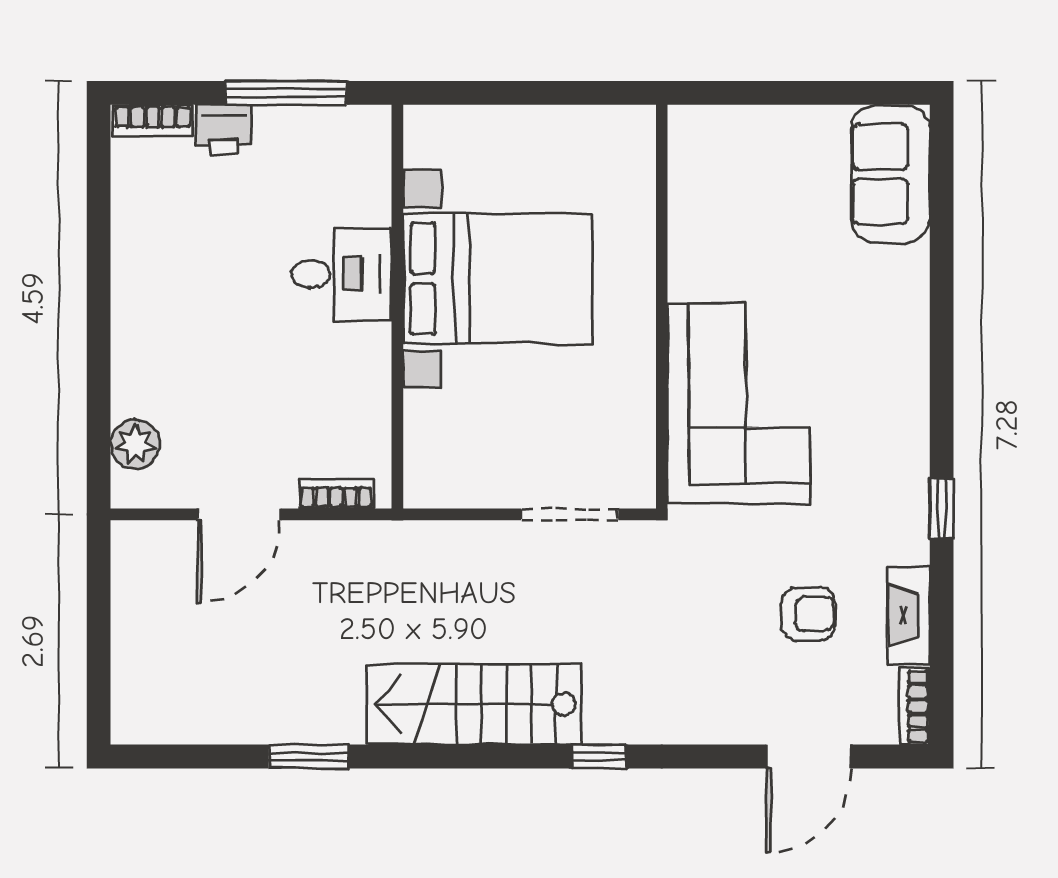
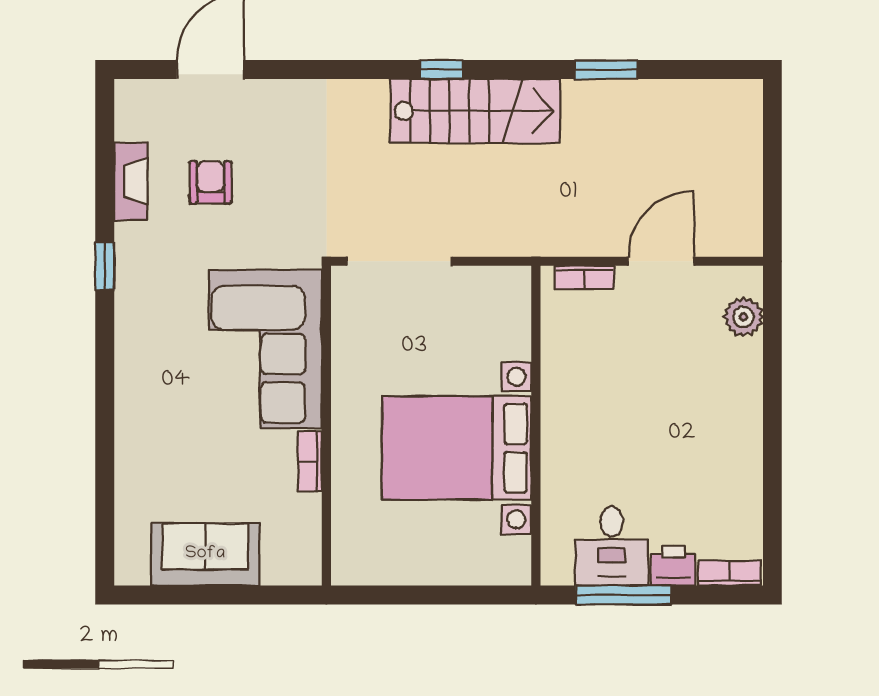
sofa: (890, 174) -> (205, 554), moved, turned -90
desk: (342, 274) -> (612, 546), moved, turned -90
doorway: (570, 514) -> (399, 261), width x1.36
armchair: (808, 614) -> (211, 182), turned 90
bookcase: (915, 707) -> (310, 461), moved, turned 180
window: (599, 757) -> (441, 69), moved

